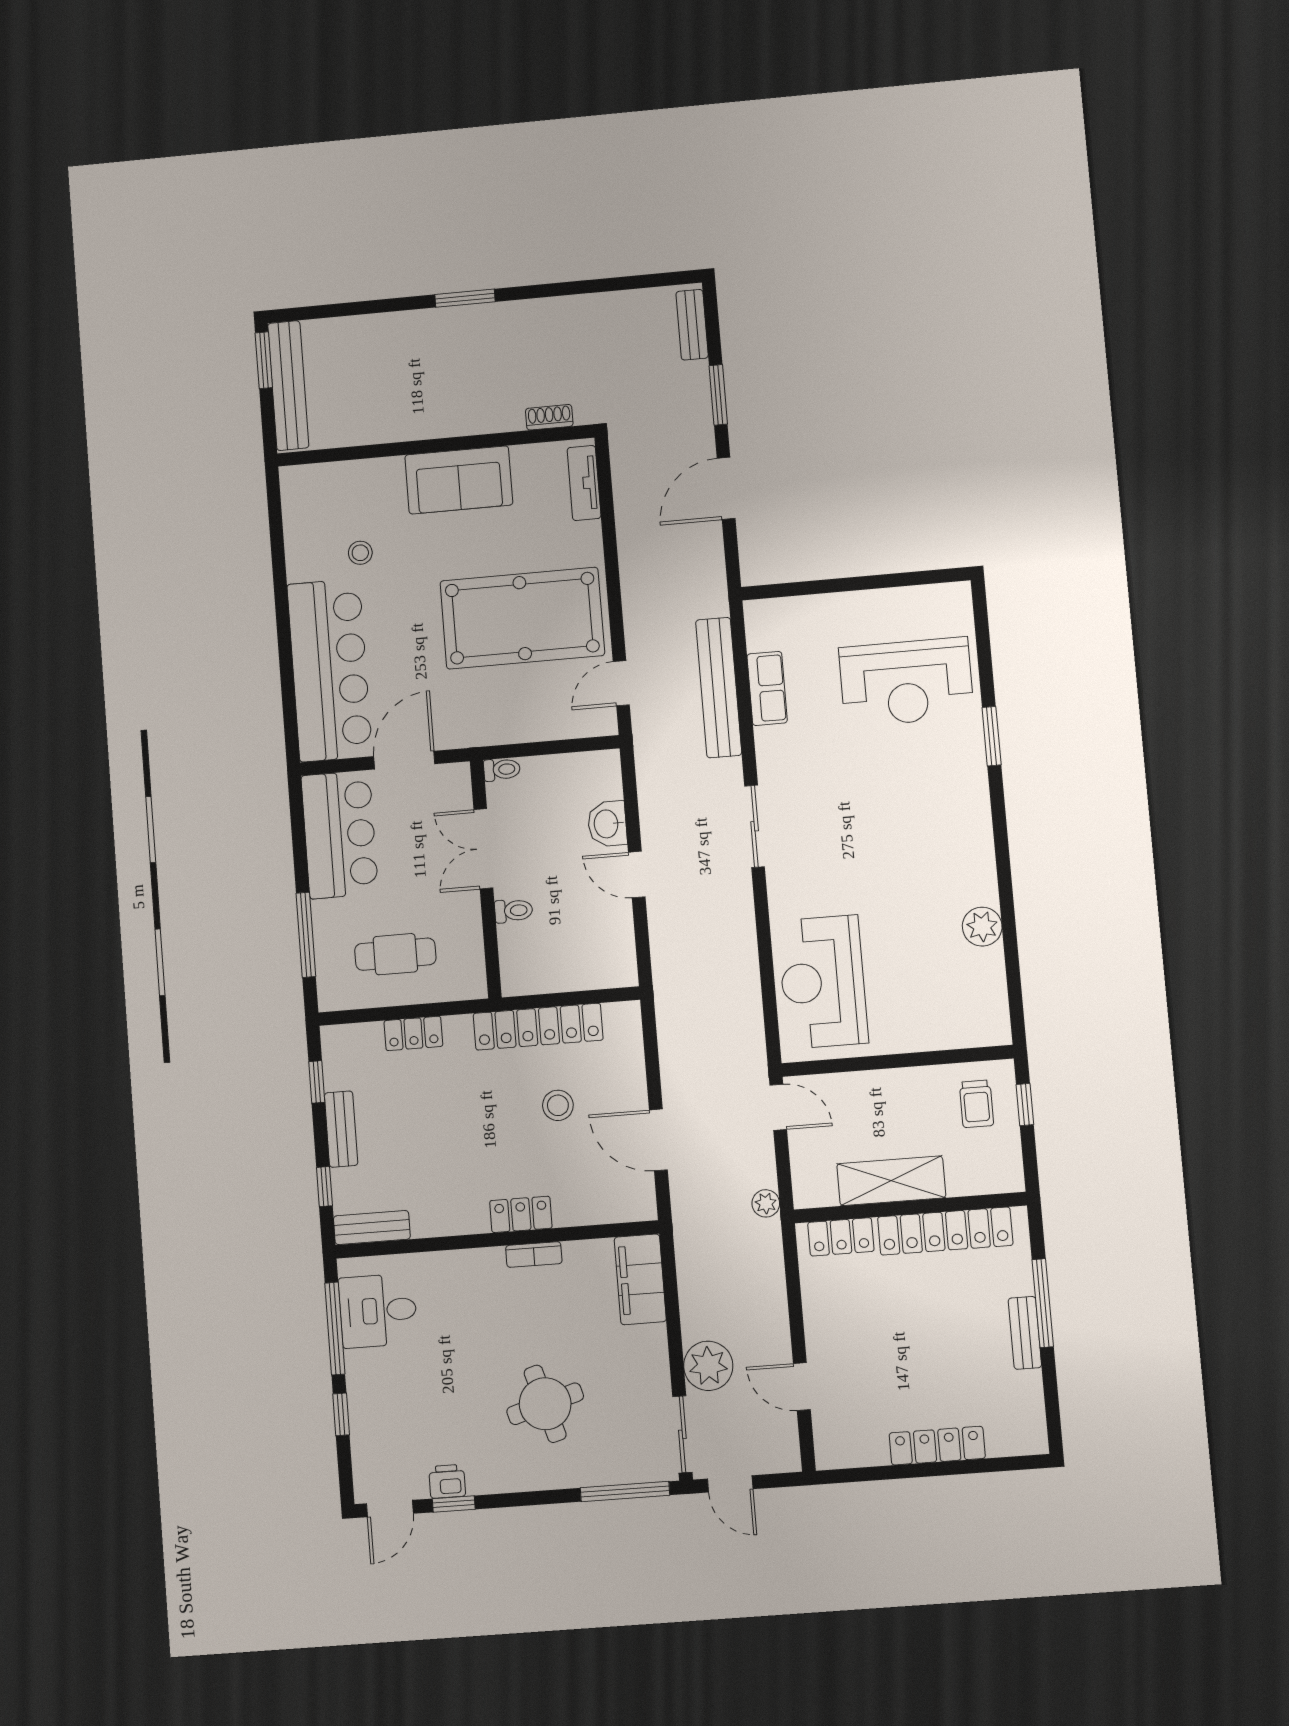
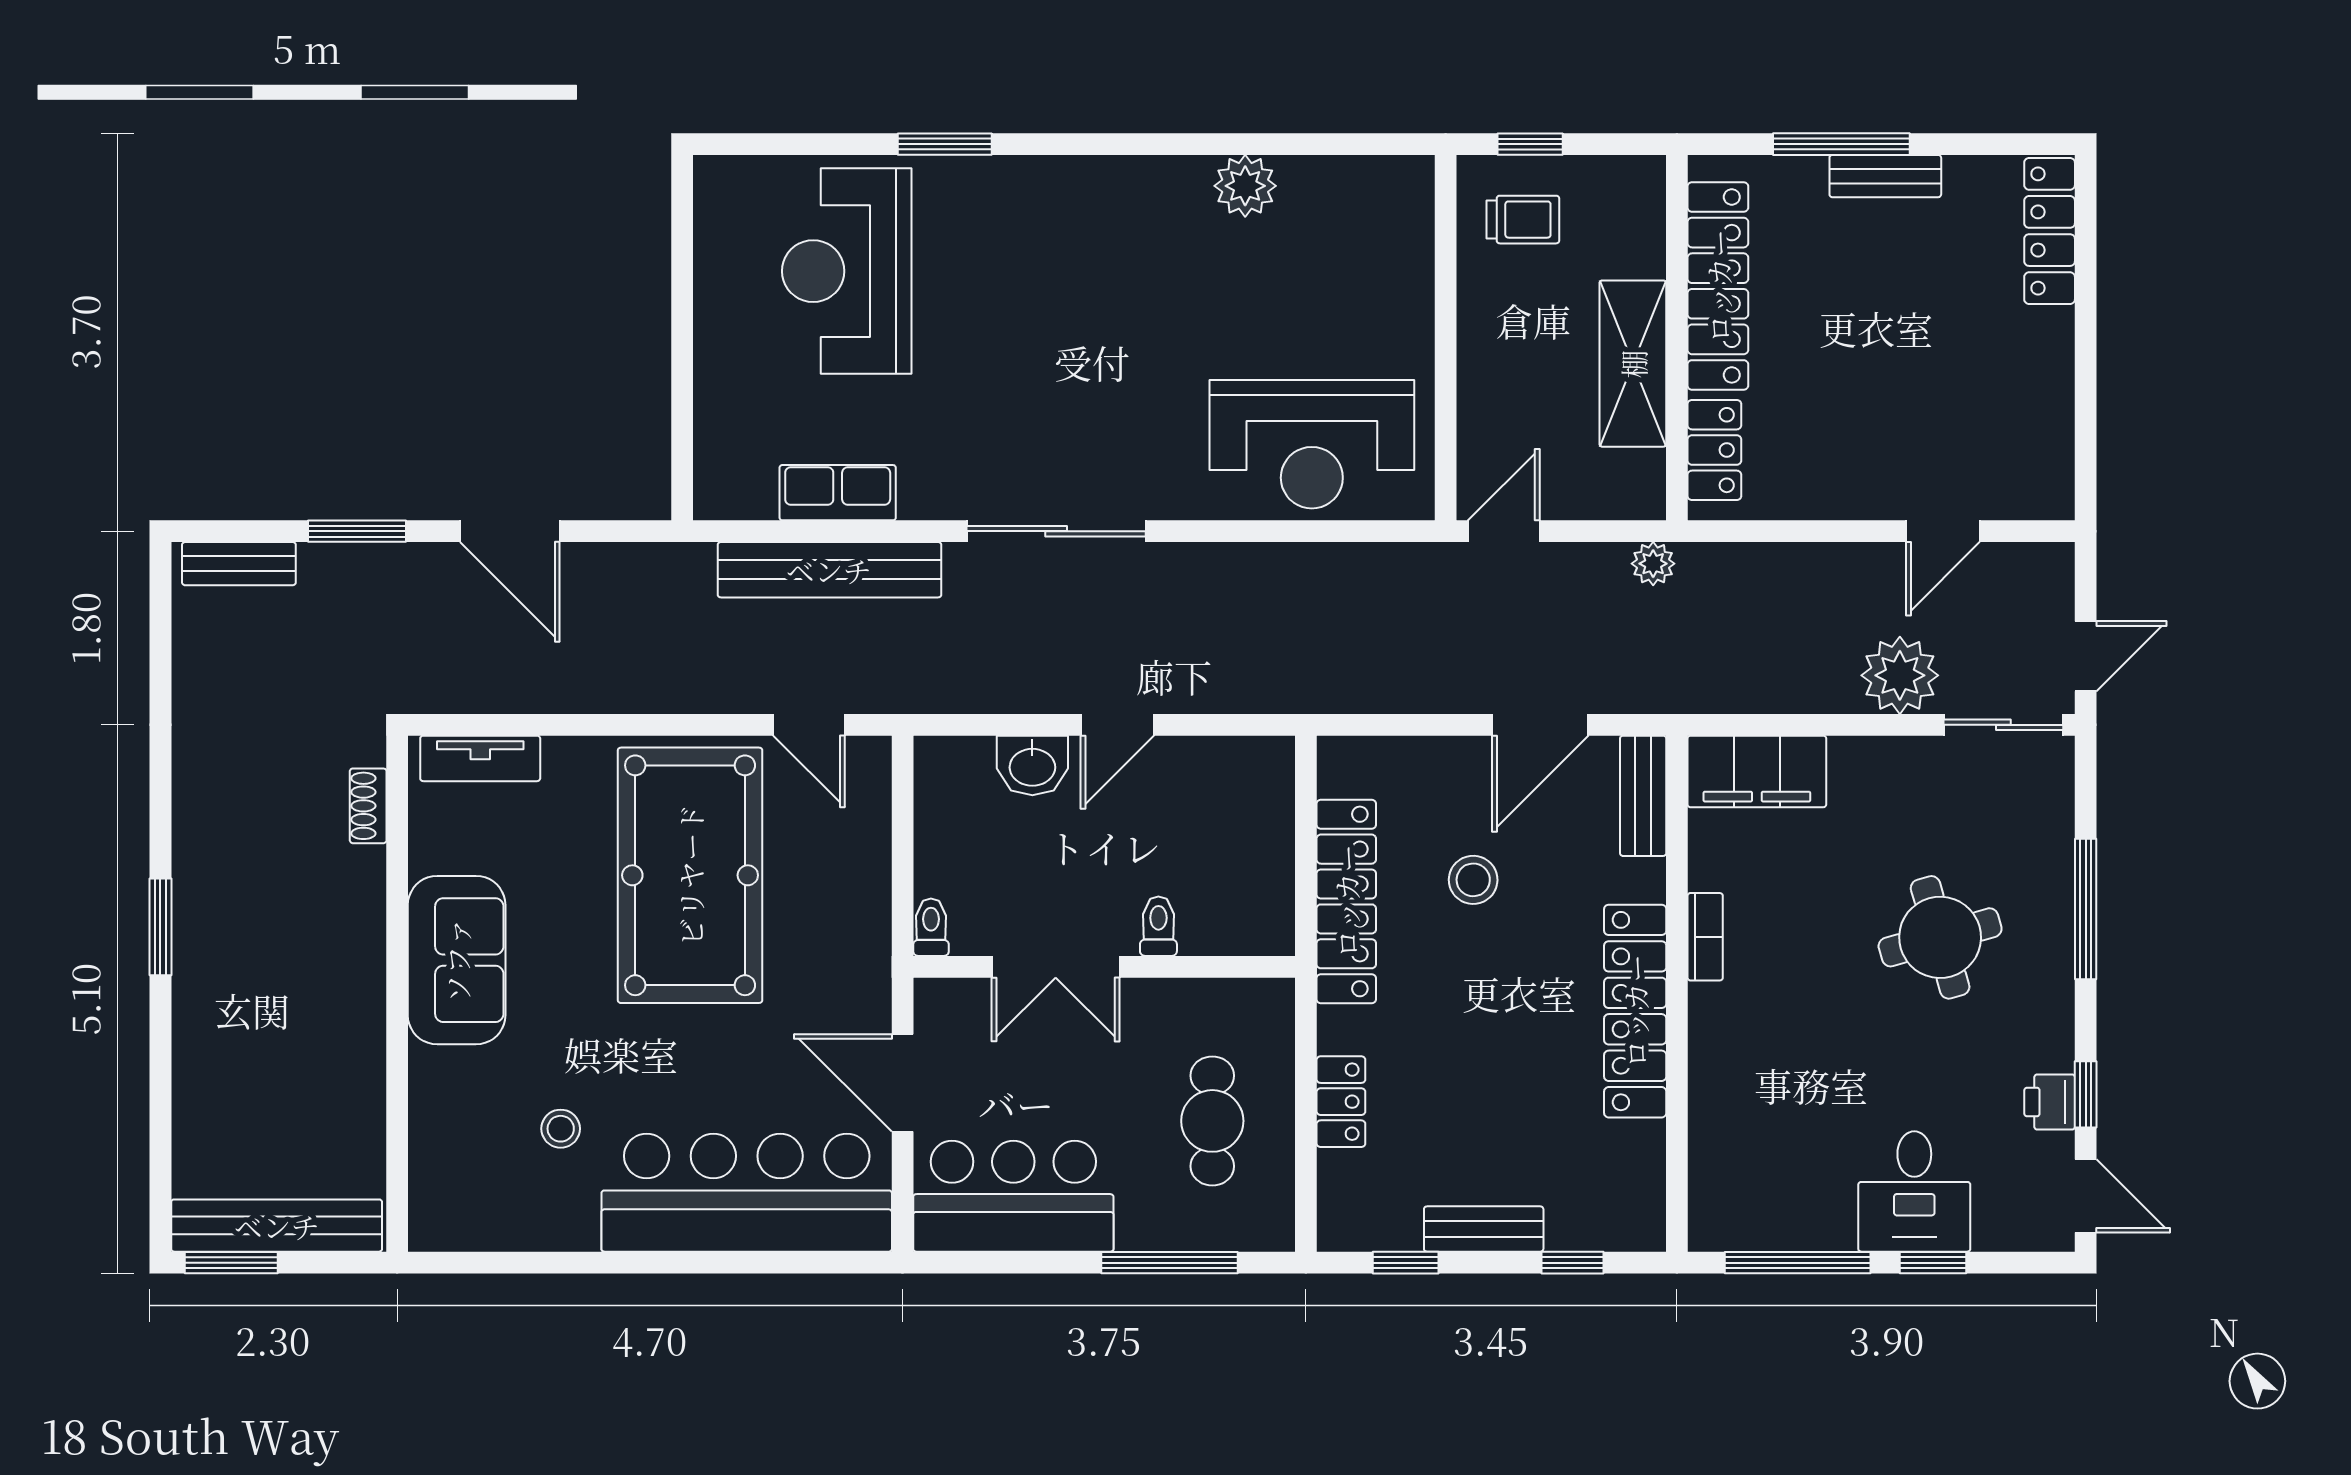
reception desk: (906, 682) -> (847, 271), turned 180
sliding door: (755, 826) -> (1056, 531), width x1.37
locker: (521, 1214) -> (1635, 1011), width x2.16, depth x1.21
bench: (372, 1228) -> (1643, 796), moved
desk: (378, 1311) -> (1914, 1191), moved
locker: (937, 1446) -> (2050, 231), moved
window: (625, 1492) -> (2086, 909), moved

